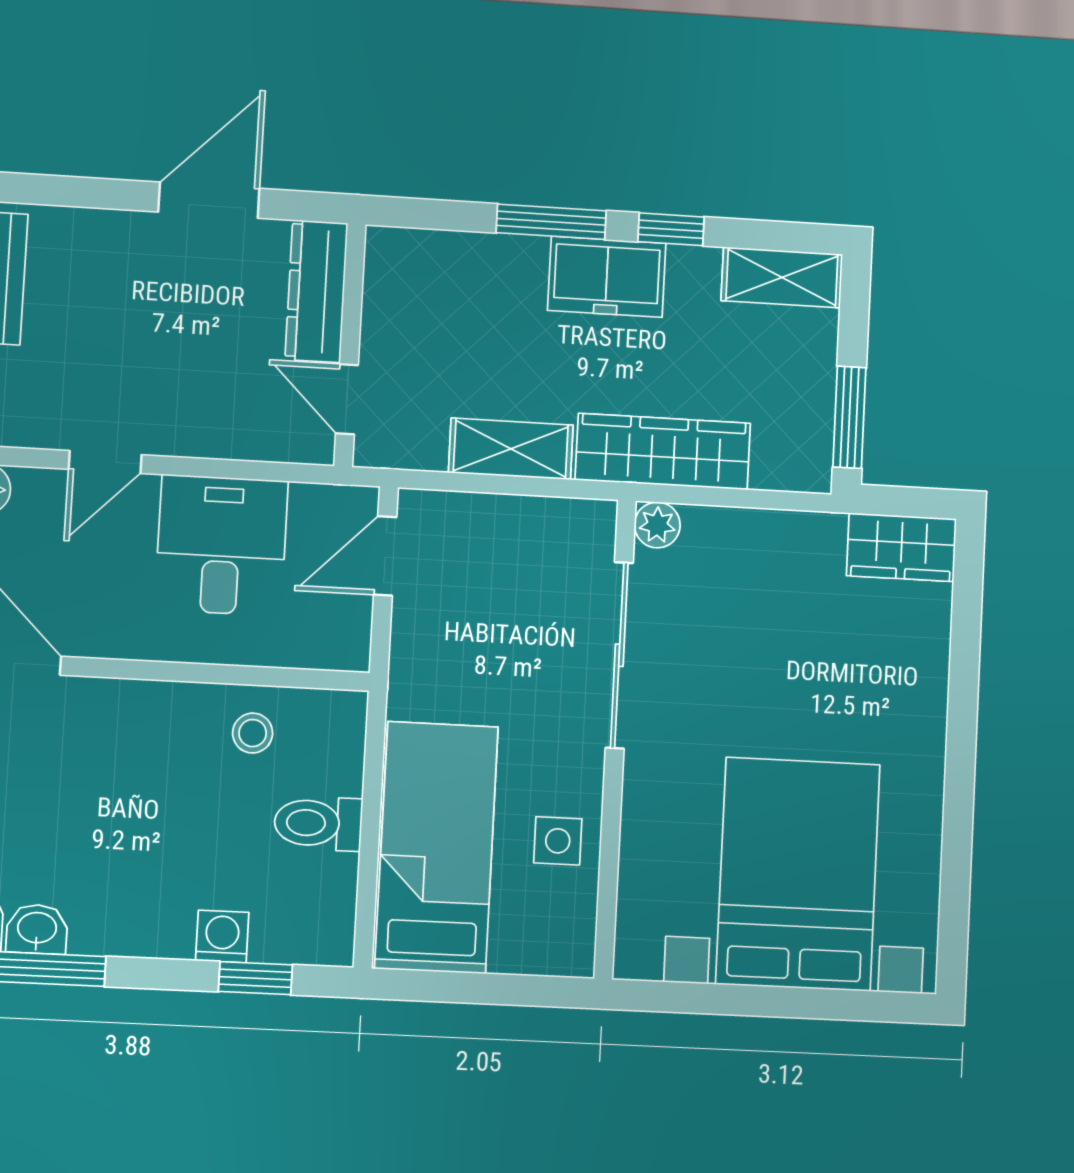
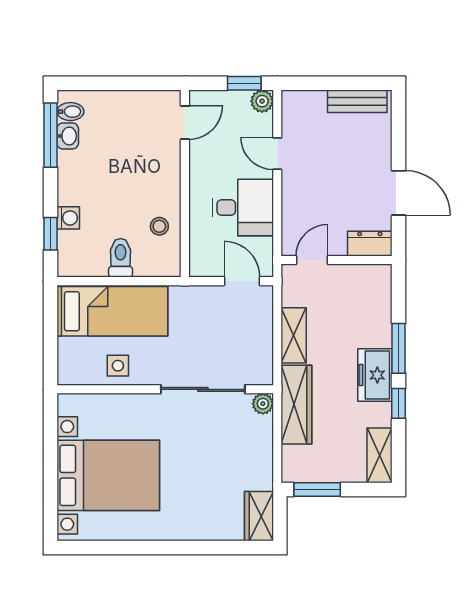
dresser: (316, 291) -> (370, 244), width x0.70

